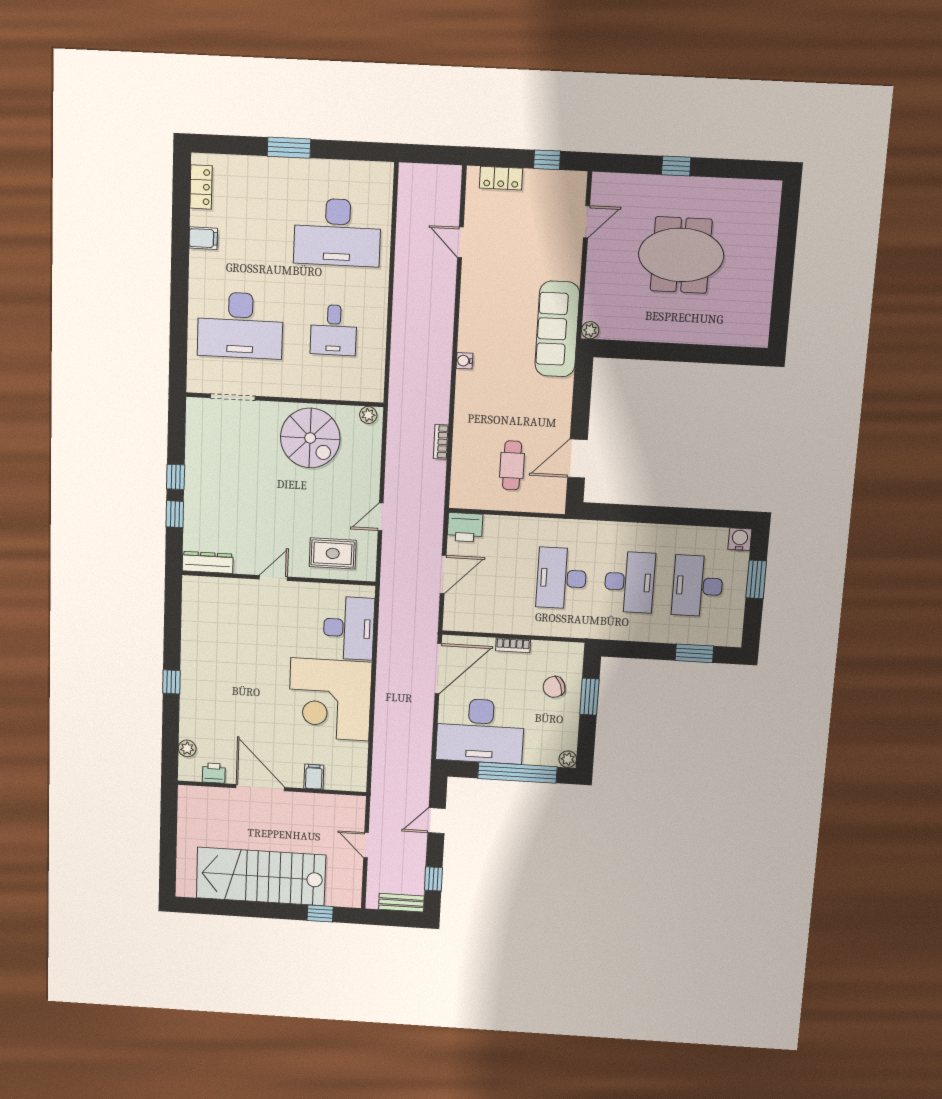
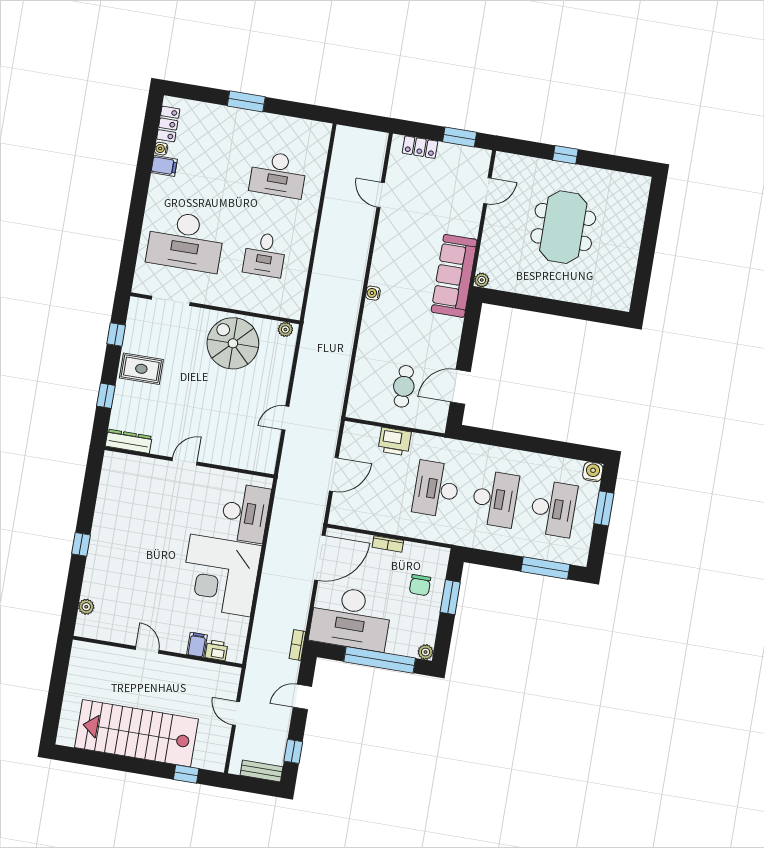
window: (547, 160) -> (460, 137), width x1.50
water cooler: (197, 218) -> (161, 149), added
desk: (337, 232) -> (278, 174), width x0.73, depth x0.77
meeting table: (681, 255) -> (563, 227), turned 90
spiral stairs: (310, 438) -> (233, 343), turned 180
bookcase: (441, 442) -> (297, 645), moved
window: (176, 477) -> (116, 334), moved
printer: (465, 527) -> (395, 442), moved
rug: (333, 553) -> (141, 369), moved
desk: (698, 586) -> (553, 509), turned 180
window: (694, 653) -> (545, 568), width x1.44
chair: (554, 687) -> (420, 585), turned -68
printer: (214, 773) -> (216, 650), moved
door: (260, 788) -> (147, 650), width x0.53

